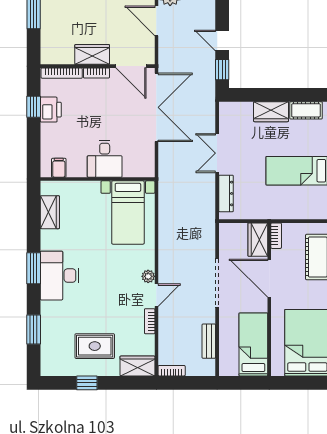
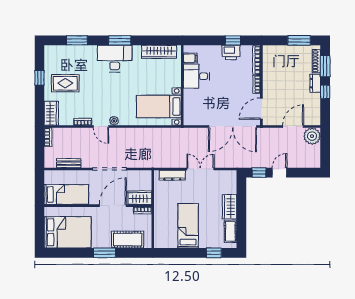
wardrobe: (92, 54) -> (270, 81), removed
desk: (105, 159) -> (197, 76), moved
wardrobe: (50, 212) -> (159, 52), width x1.50
rug: (95, 346) -> (65, 83), turned 90

